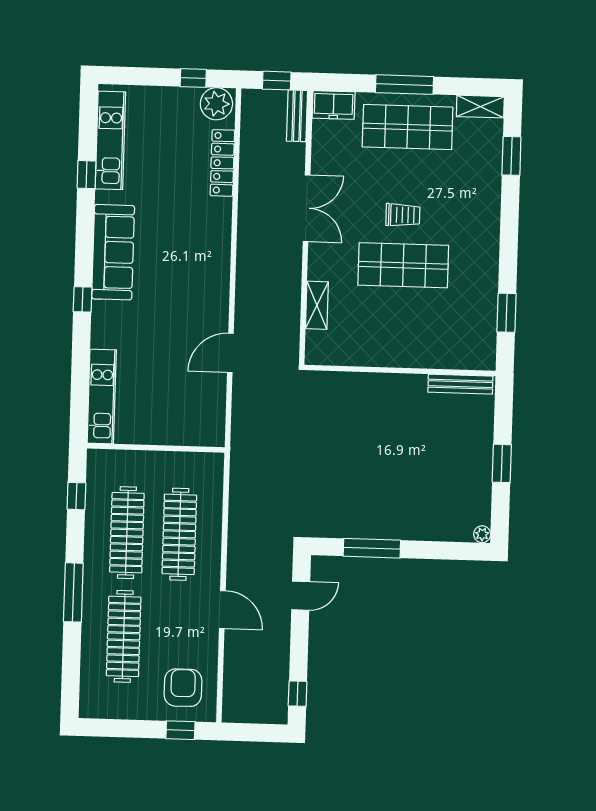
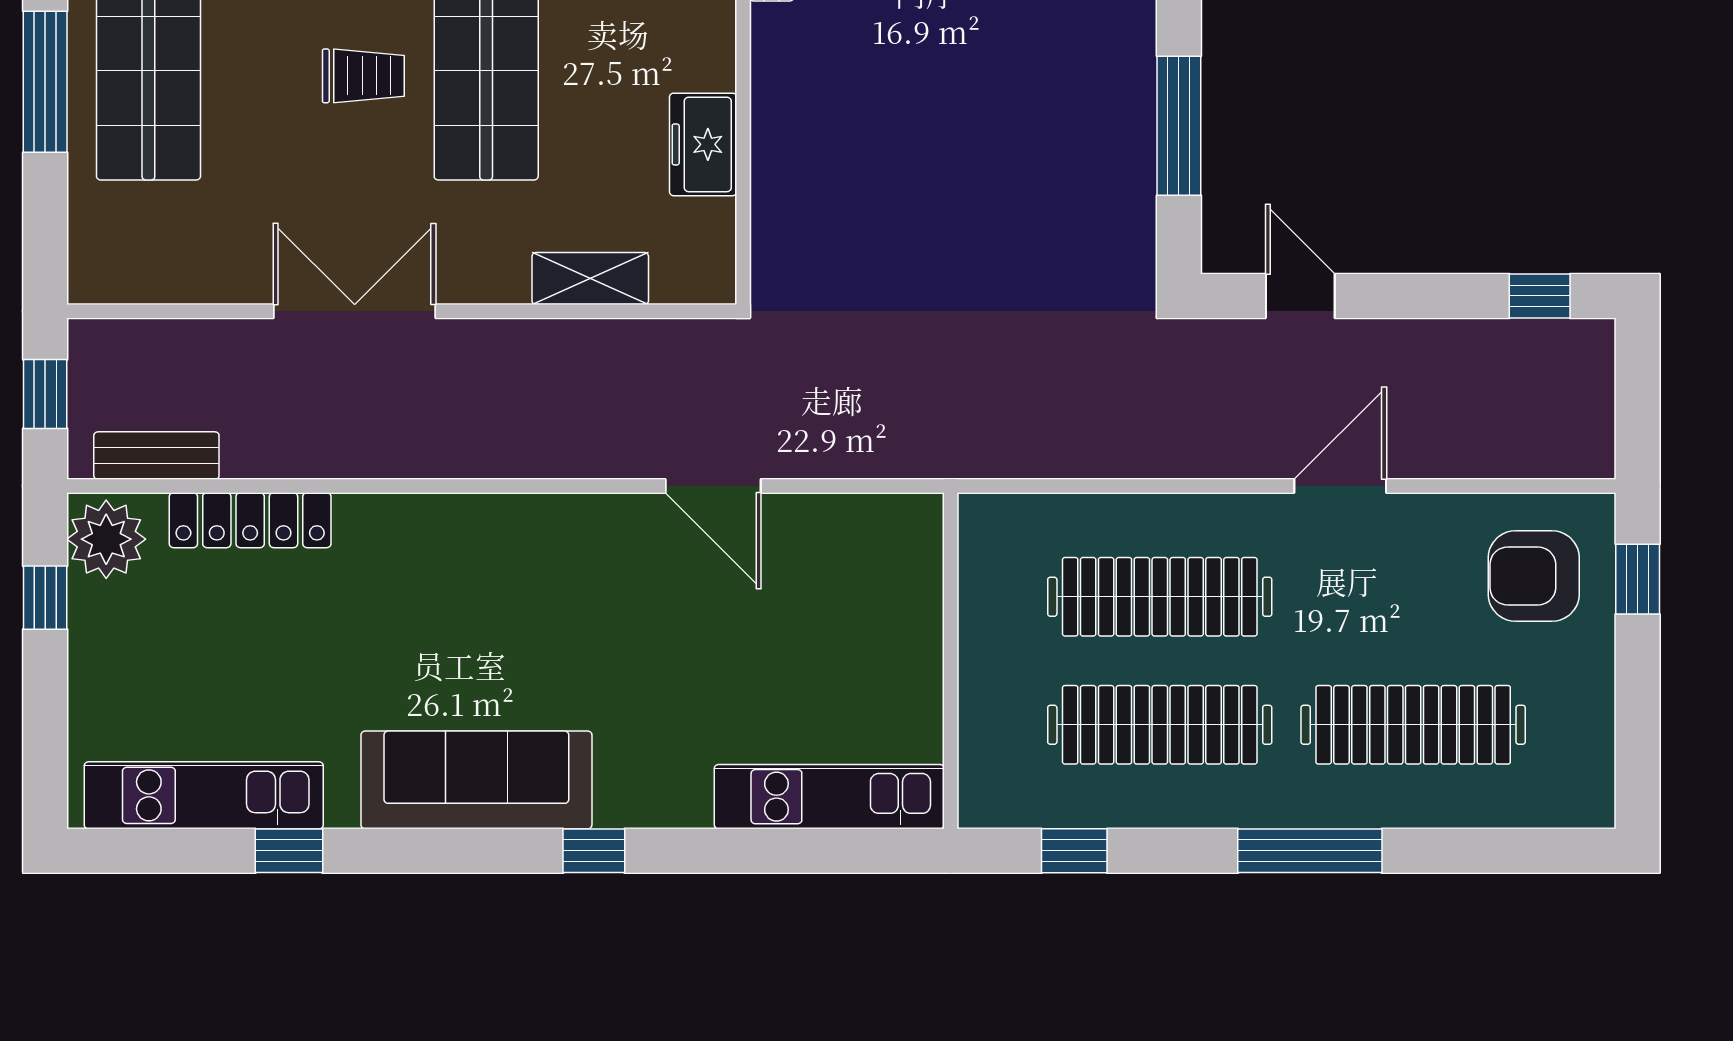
freezer: (334, 105) -> (703, 144), moved, turned 180
bench: (297, 116) -> (156, 456), moved
trolley: (403, 215) -> (363, 76), turned 90

